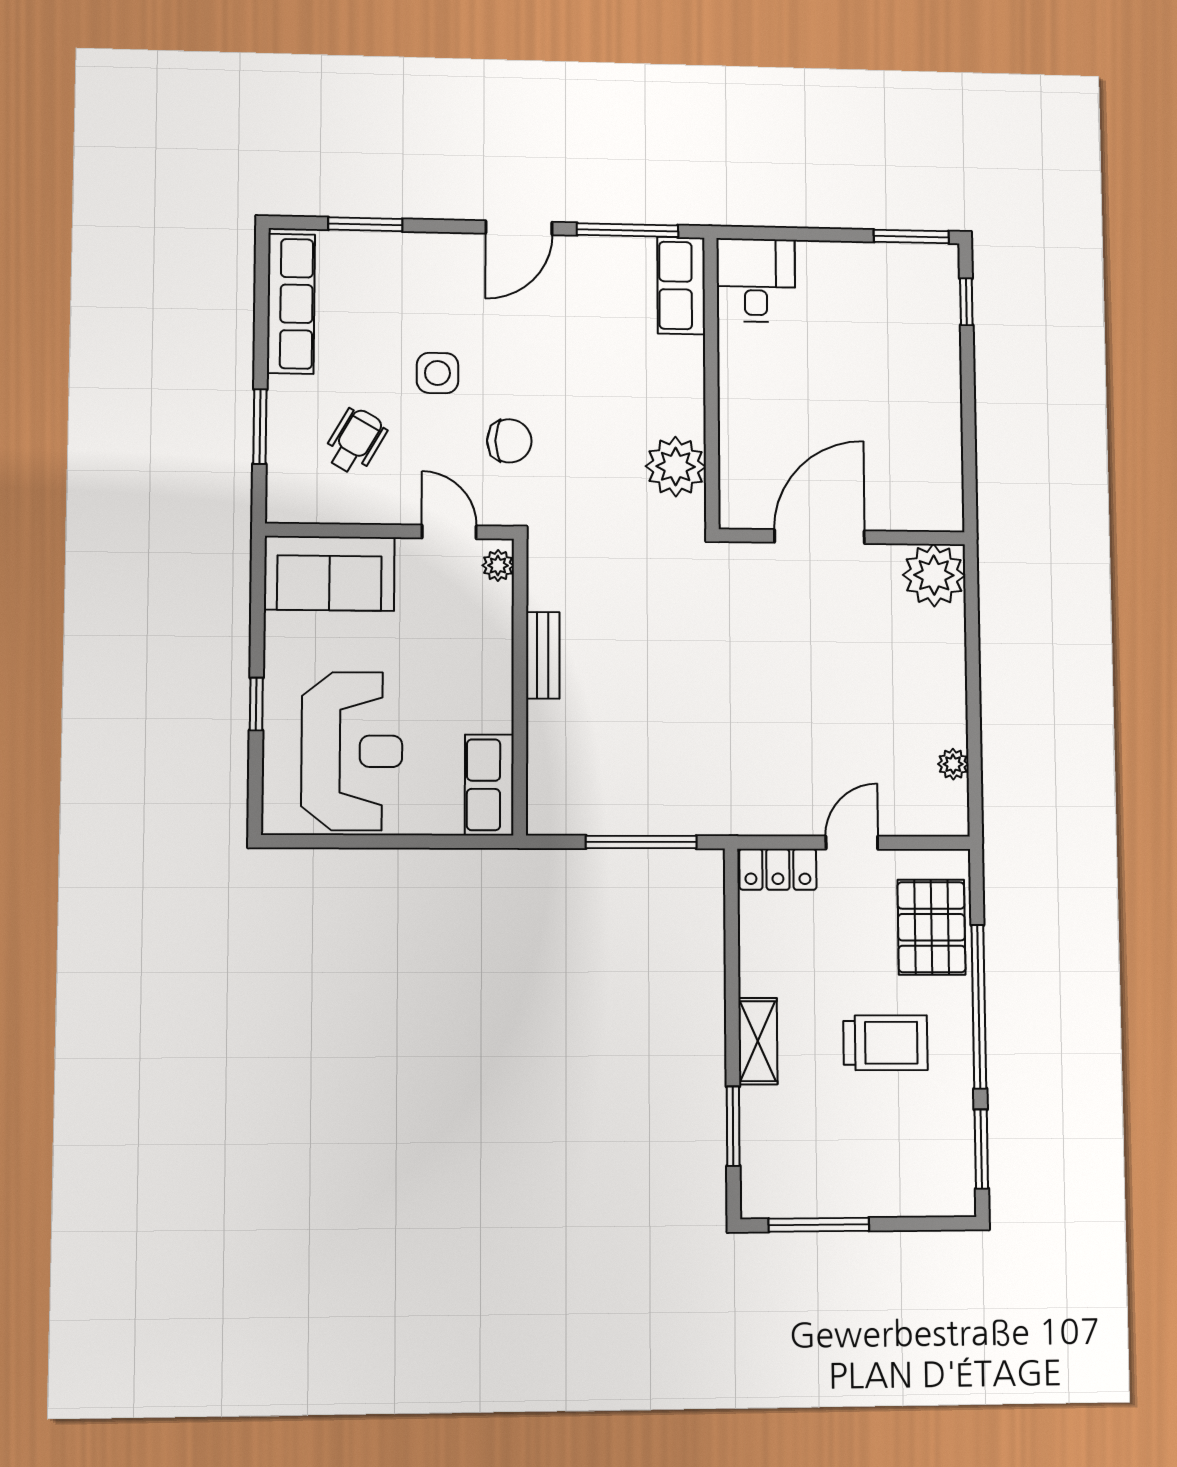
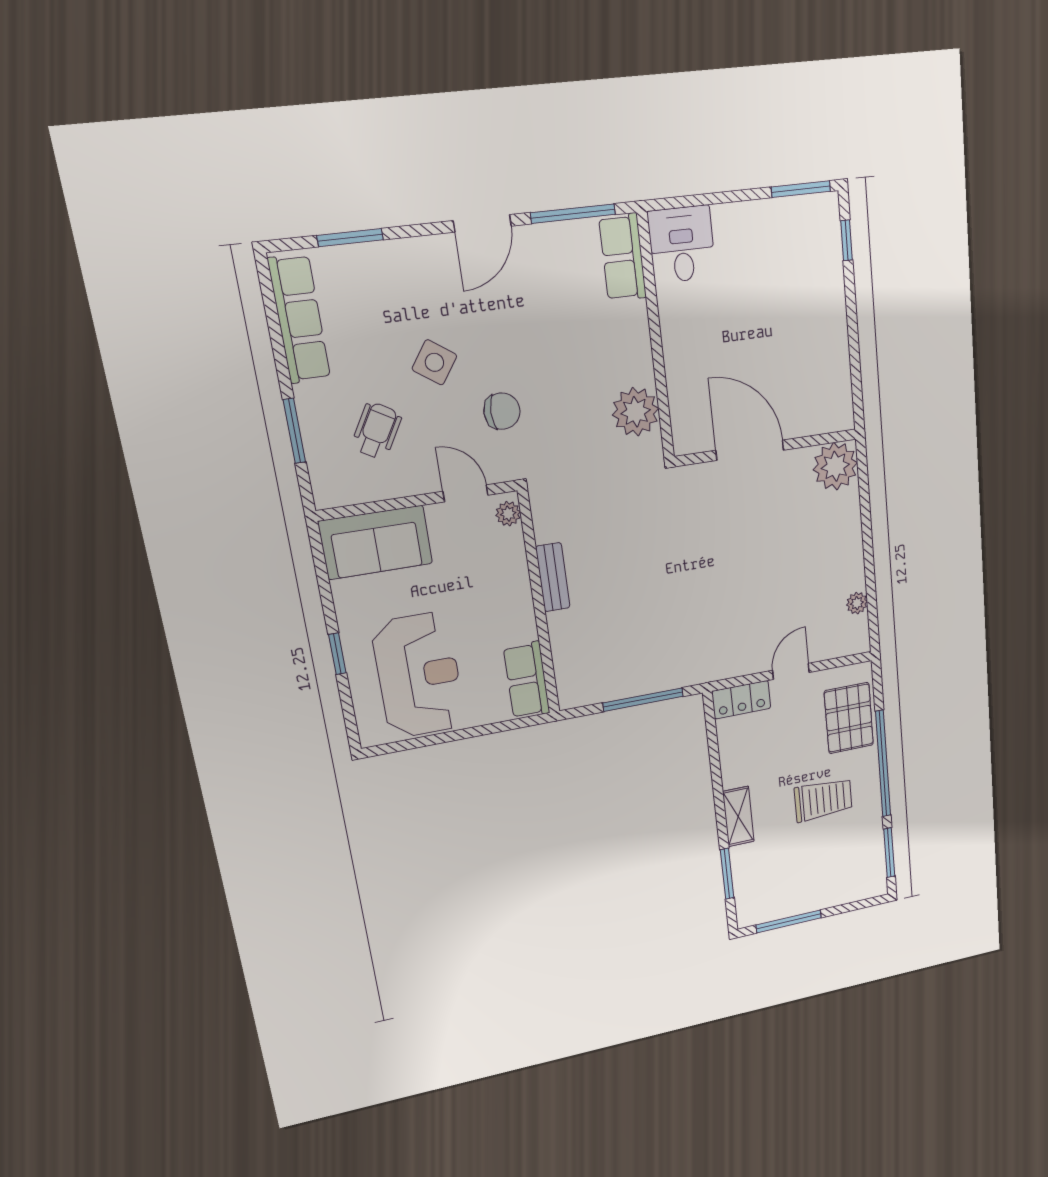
side table: (437, 373) -> (434, 362), turned 35
door: (820, 536) -> (750, 450), hinge flipped

